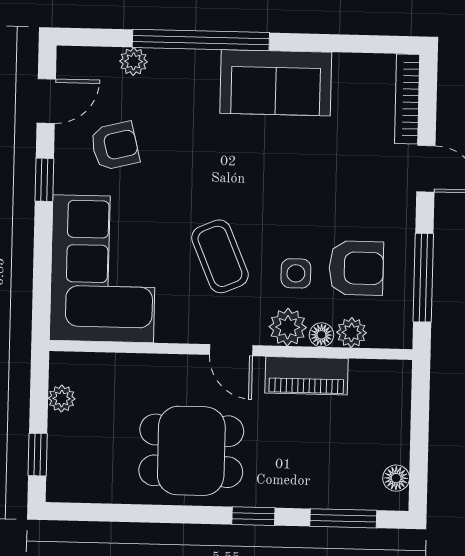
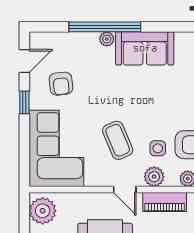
plant: (133, 61) -> (107, 39), moved
armchair: (115, 146) -> (61, 84), turned 98
floor lamp: (321, 335) -> (172, 180), removed
plant: (62, 399) -> (43, 211), width x1.88, depth x1.88

